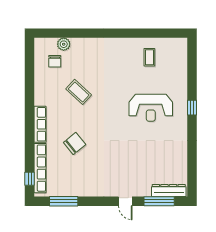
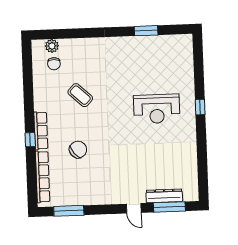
window: (143, 33) -> (146, 31), added
plant: (64, 44) -> (52, 46), moved
coffee table: (149, 57) -> (153, 56), removed
window: (30, 179) -> (30, 140), moved
dresser: (169, 191) -> (164, 196), moved

